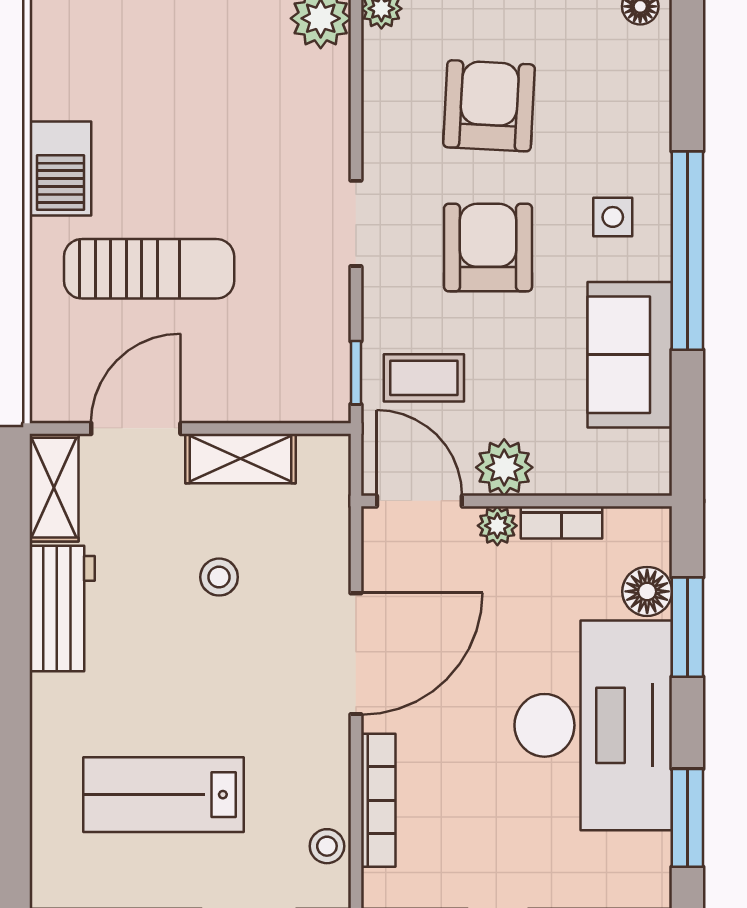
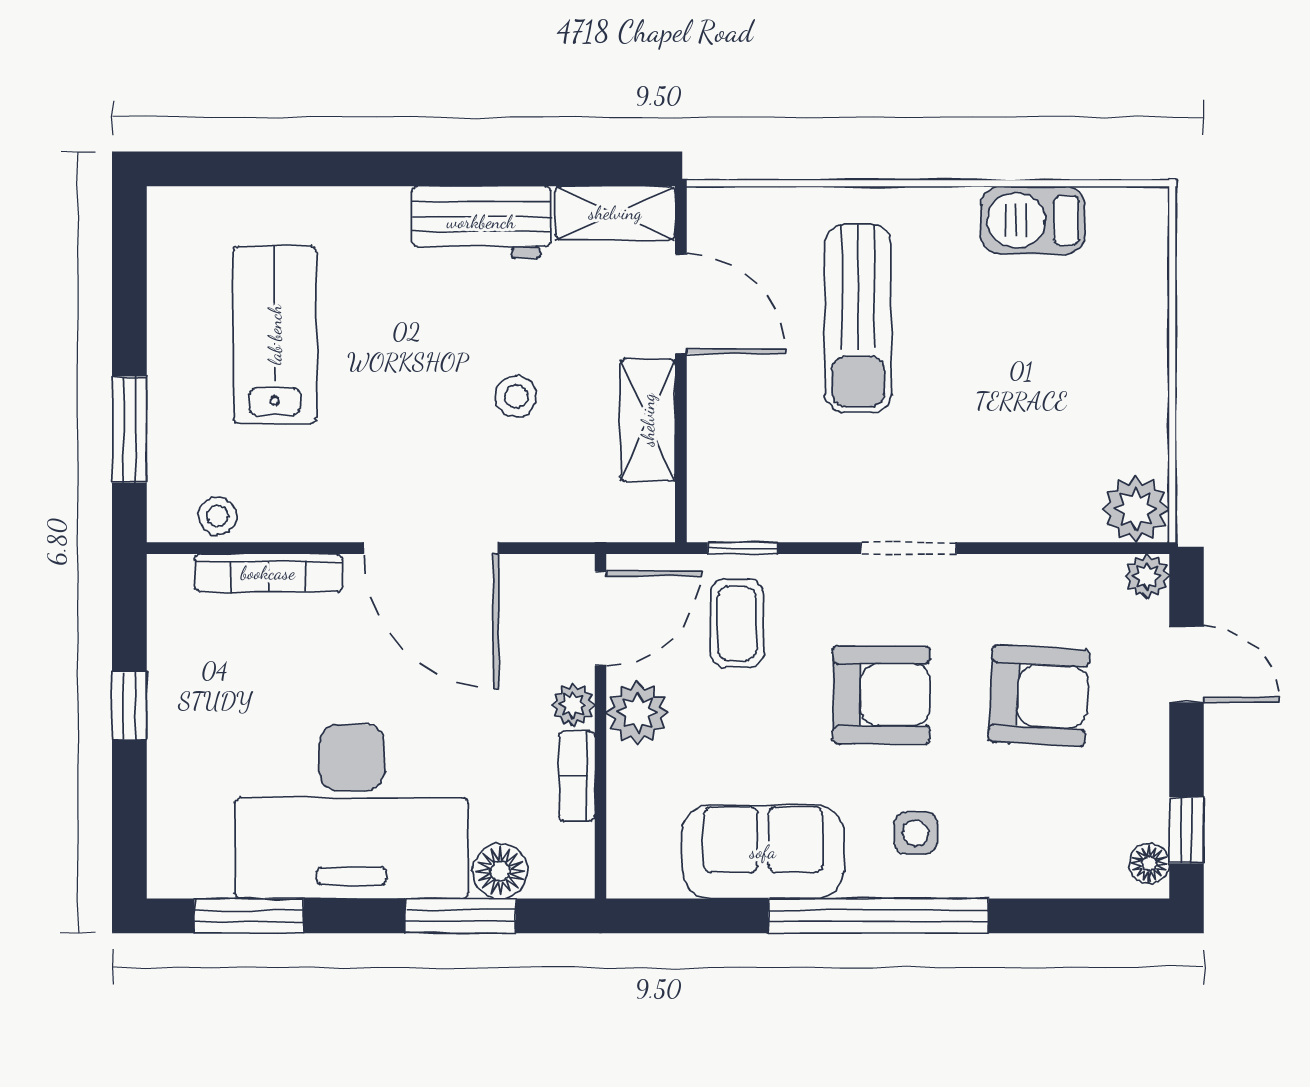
barbecue: (60, 168) -> (1033, 220), moved

